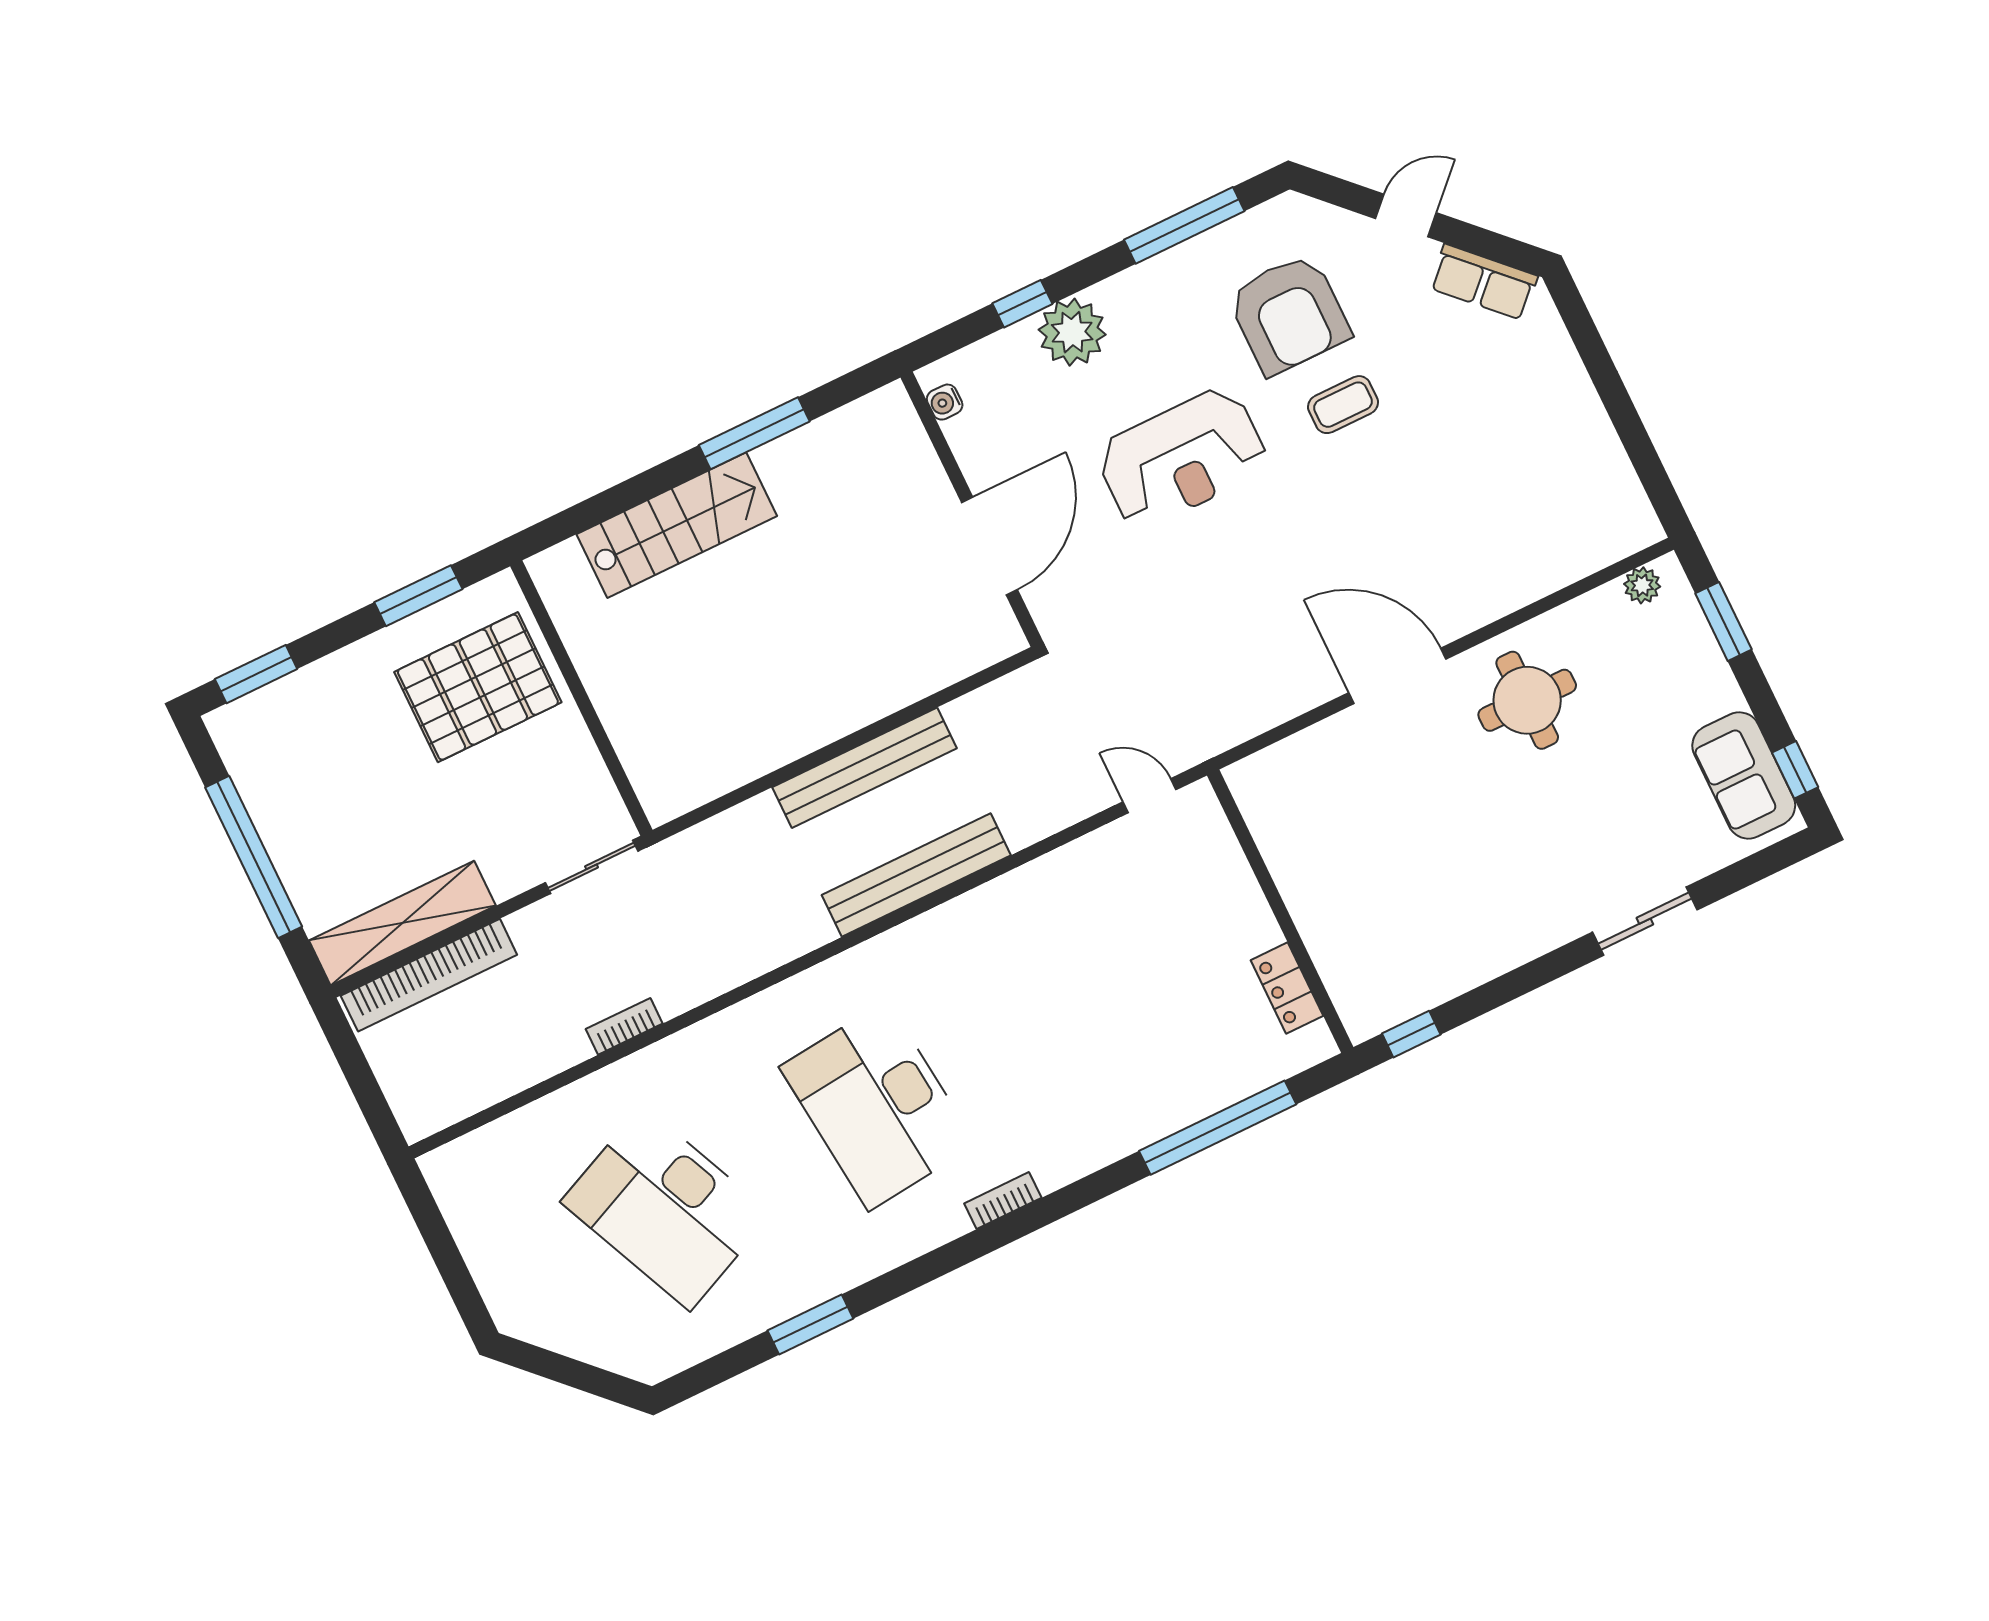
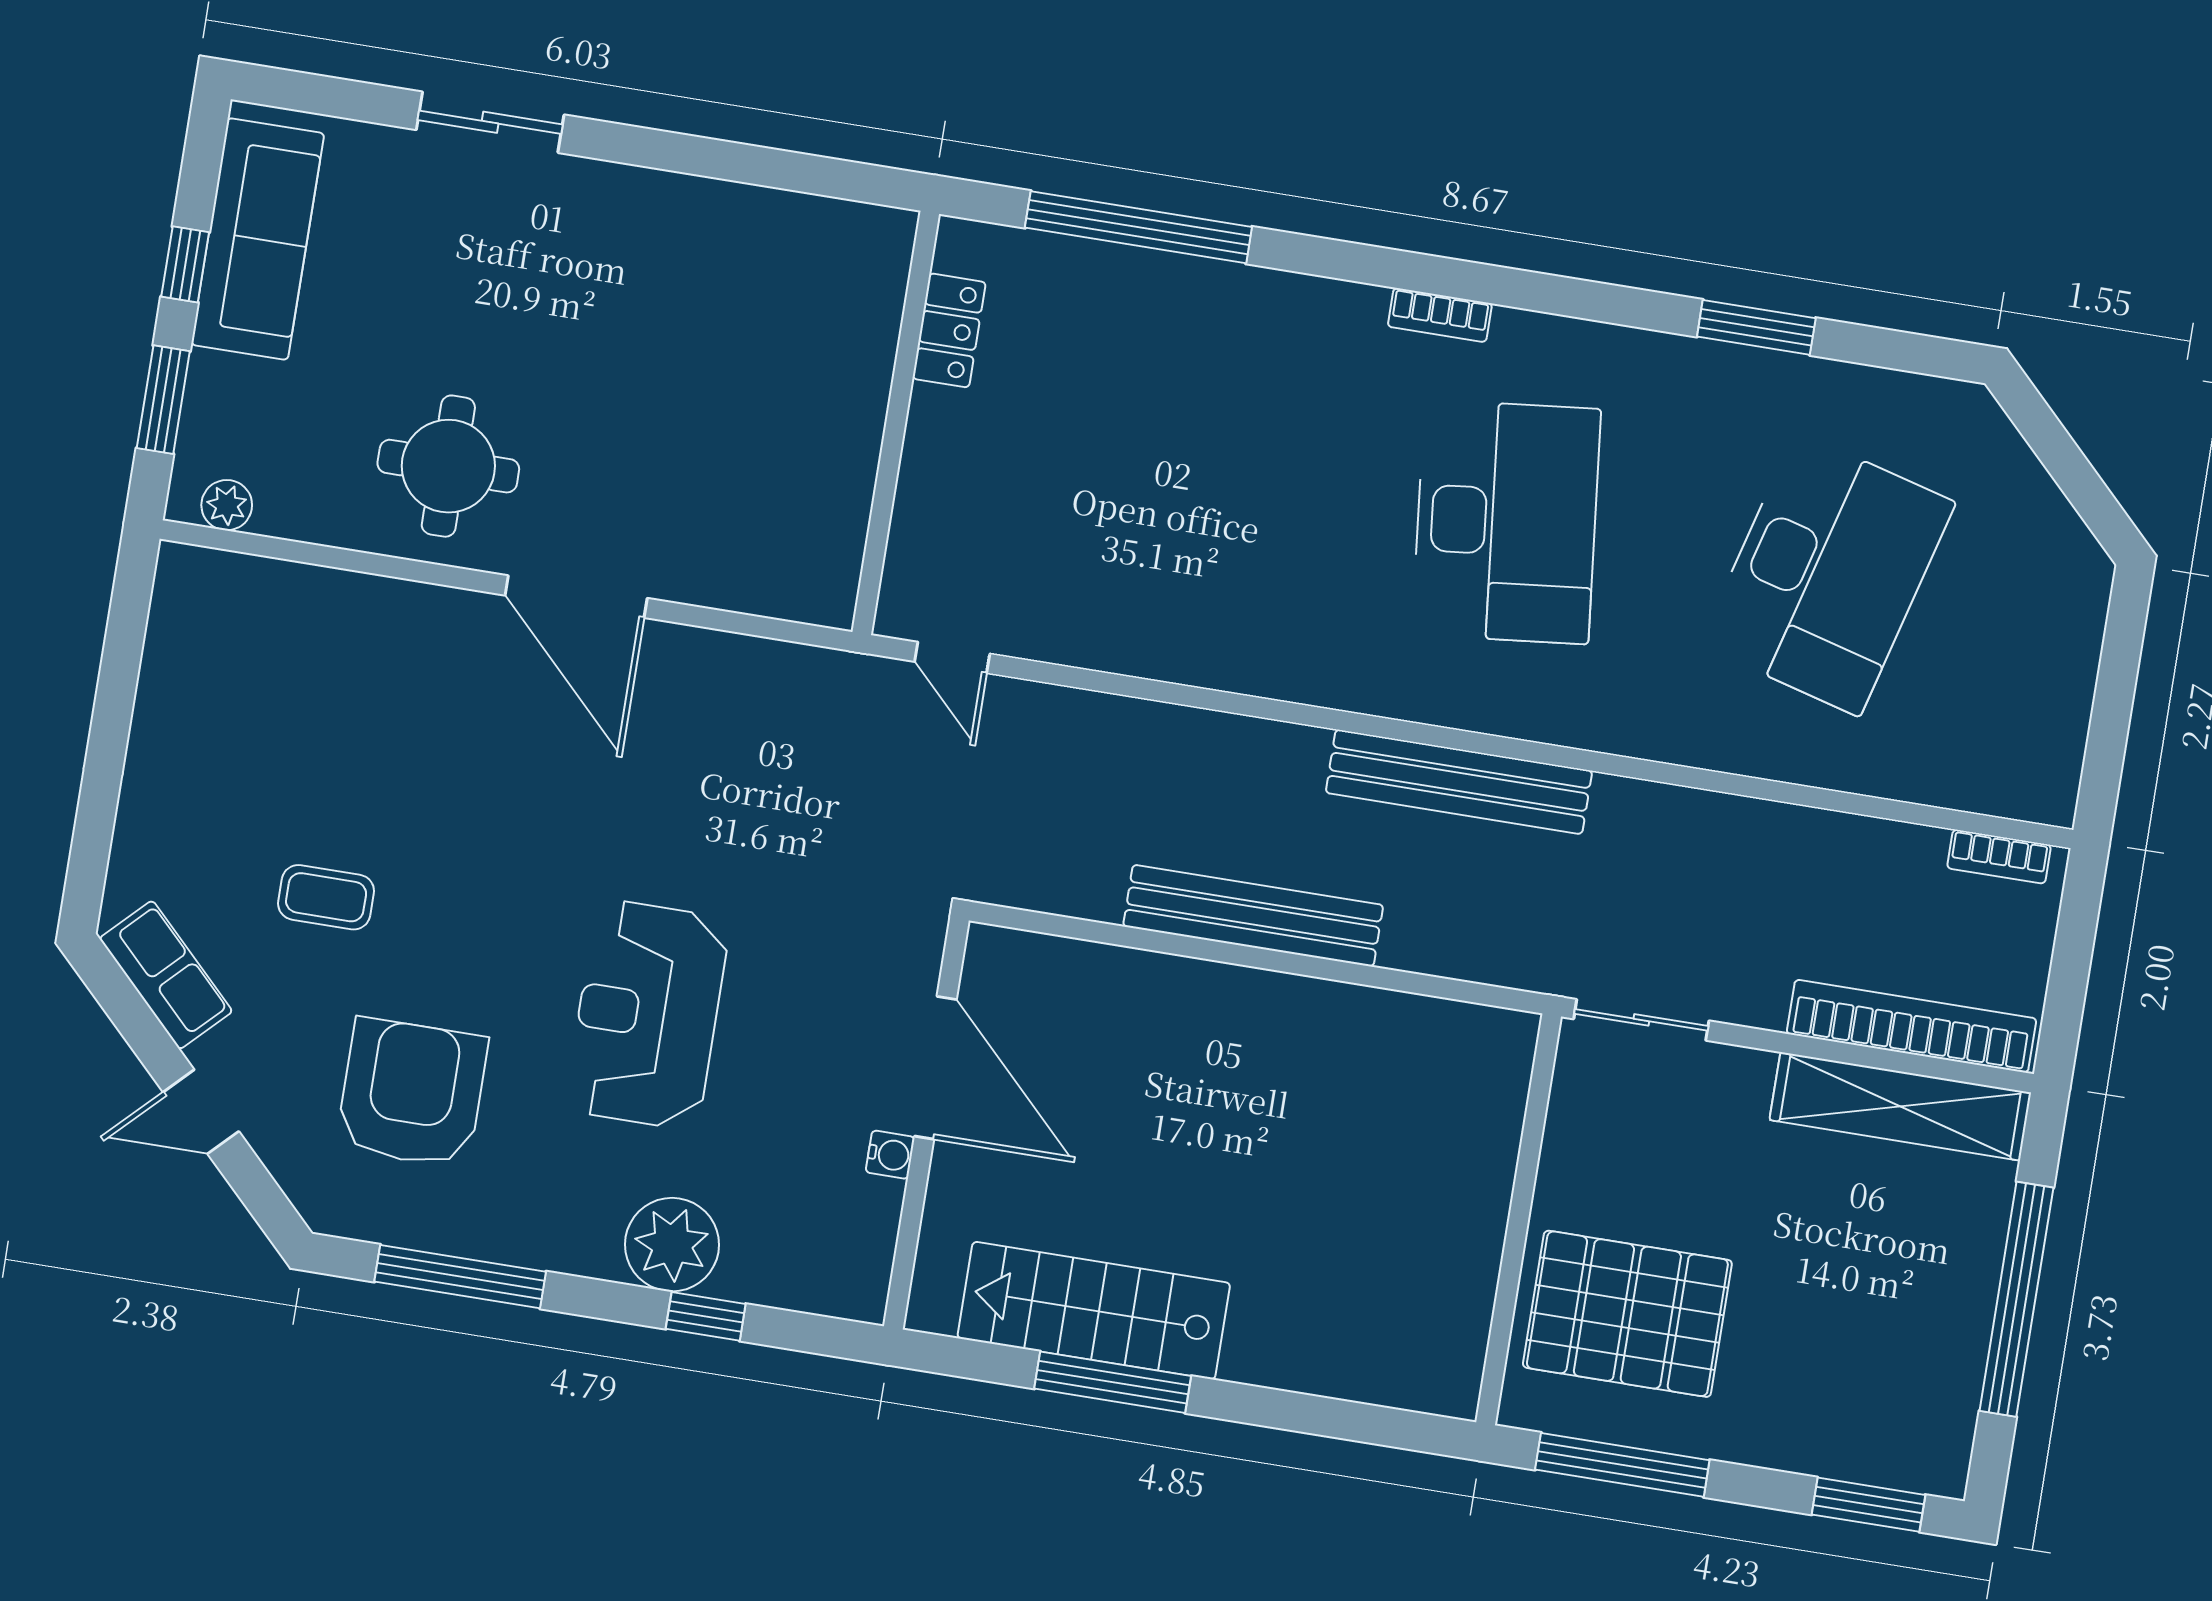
water cooler: (945, 402) -> (890, 1155), moved
coffee table: (1343, 405) -> (326, 897), moved
reception desk: (1182, 458) -> (647, 1014), turned -90
stairs: (677, 525) -> (1094, 1311), moved
door: (989, 546) -> (935, 1068), swing flipped
window: (418, 596) -> (1622, 1465), width x1.44
window: (1795, 770) -> (185, 264), moved
sofa: (1744, 775) -> (258, 239), width x1.36
bench: (916, 875) -> (1459, 782), moved
bookcase: (624, 1026) -> (1999, 857), moved
window: (1411, 1034) -> (845, 180), removed
desk: (666, 1208) -> (1828, 574), turned 39

